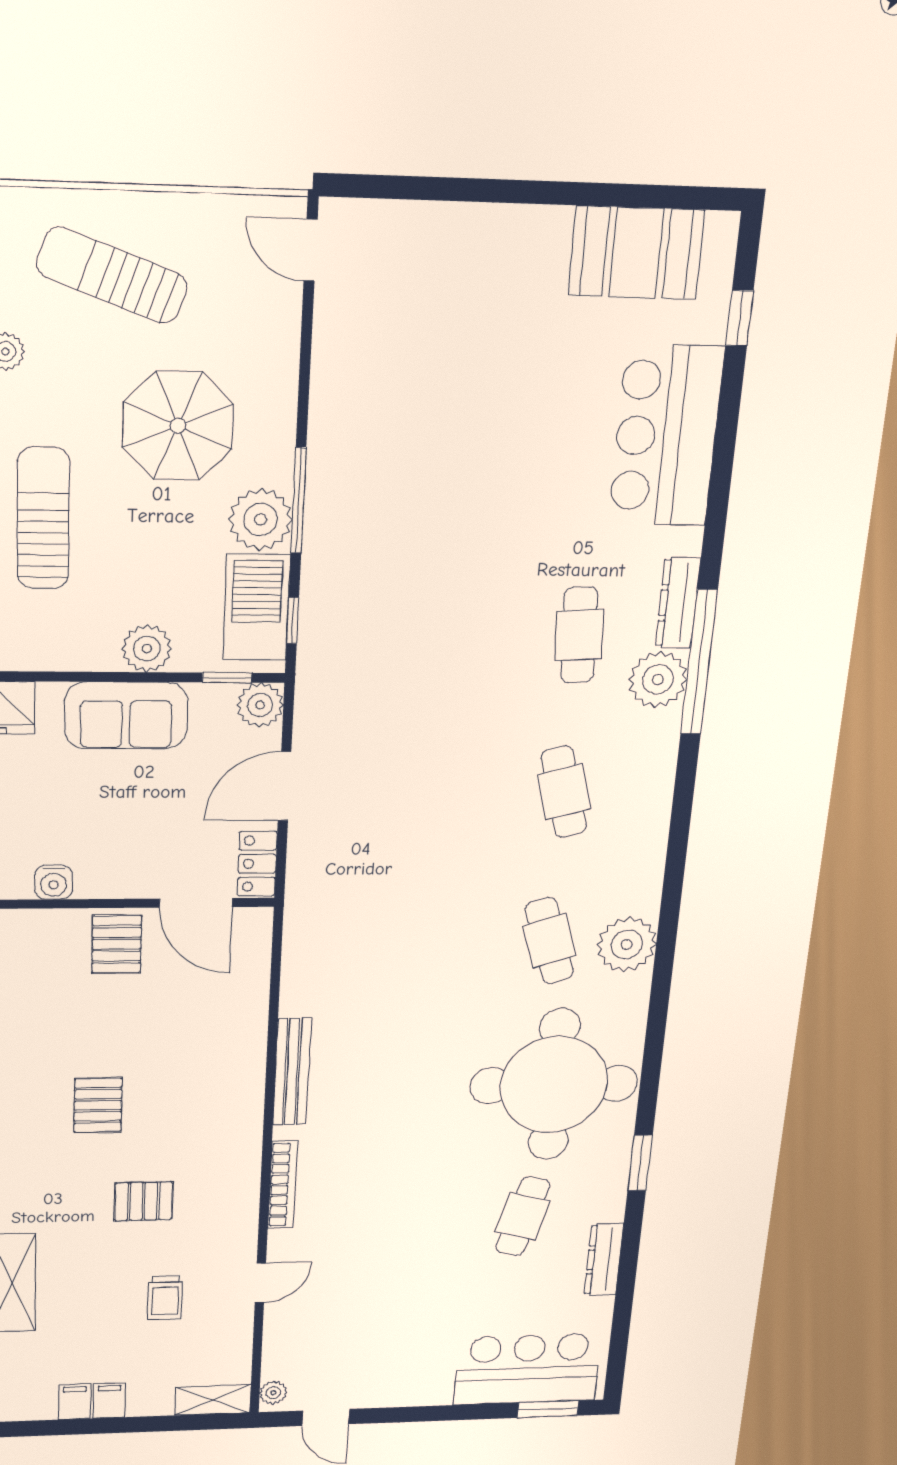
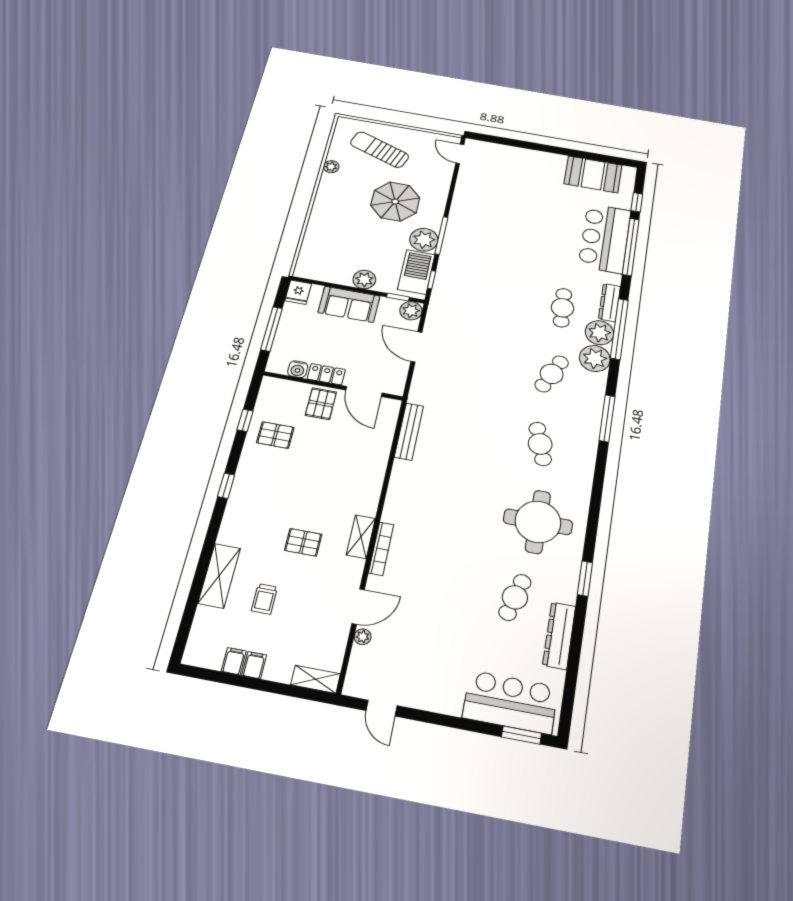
window: (724, 448) -> (631, 247), added
sun lounger: (43, 518) -> (331, 224), removed
door: (285, 786) -> (416, 347), hinge flipped
cafe table: (564, 792) -> (552, 374), turned 39
locker: (257, 864) -> (326, 374), moved, turned 90
window: (675, 864) -> (607, 418), added
plant: (627, 945) -> (595, 359), moved
bench: (292, 1072) -> (409, 432), moved
round table: (554, 1084) -> (538, 522), width x0.73, depth x0.73
pallet: (98, 1105) -> (275, 435), moved, turned 90
shelving: (243, 1172) -> (361, 537), added
dresser: (604, 1259) -> (559, 636), width x1.37, depth x1.24
door: (260, 1283) -> (358, 607), width x1.37
trolley: (165, 1298) -> (264, 599), moved
plant: (273, 1393) -> (363, 637), moved

